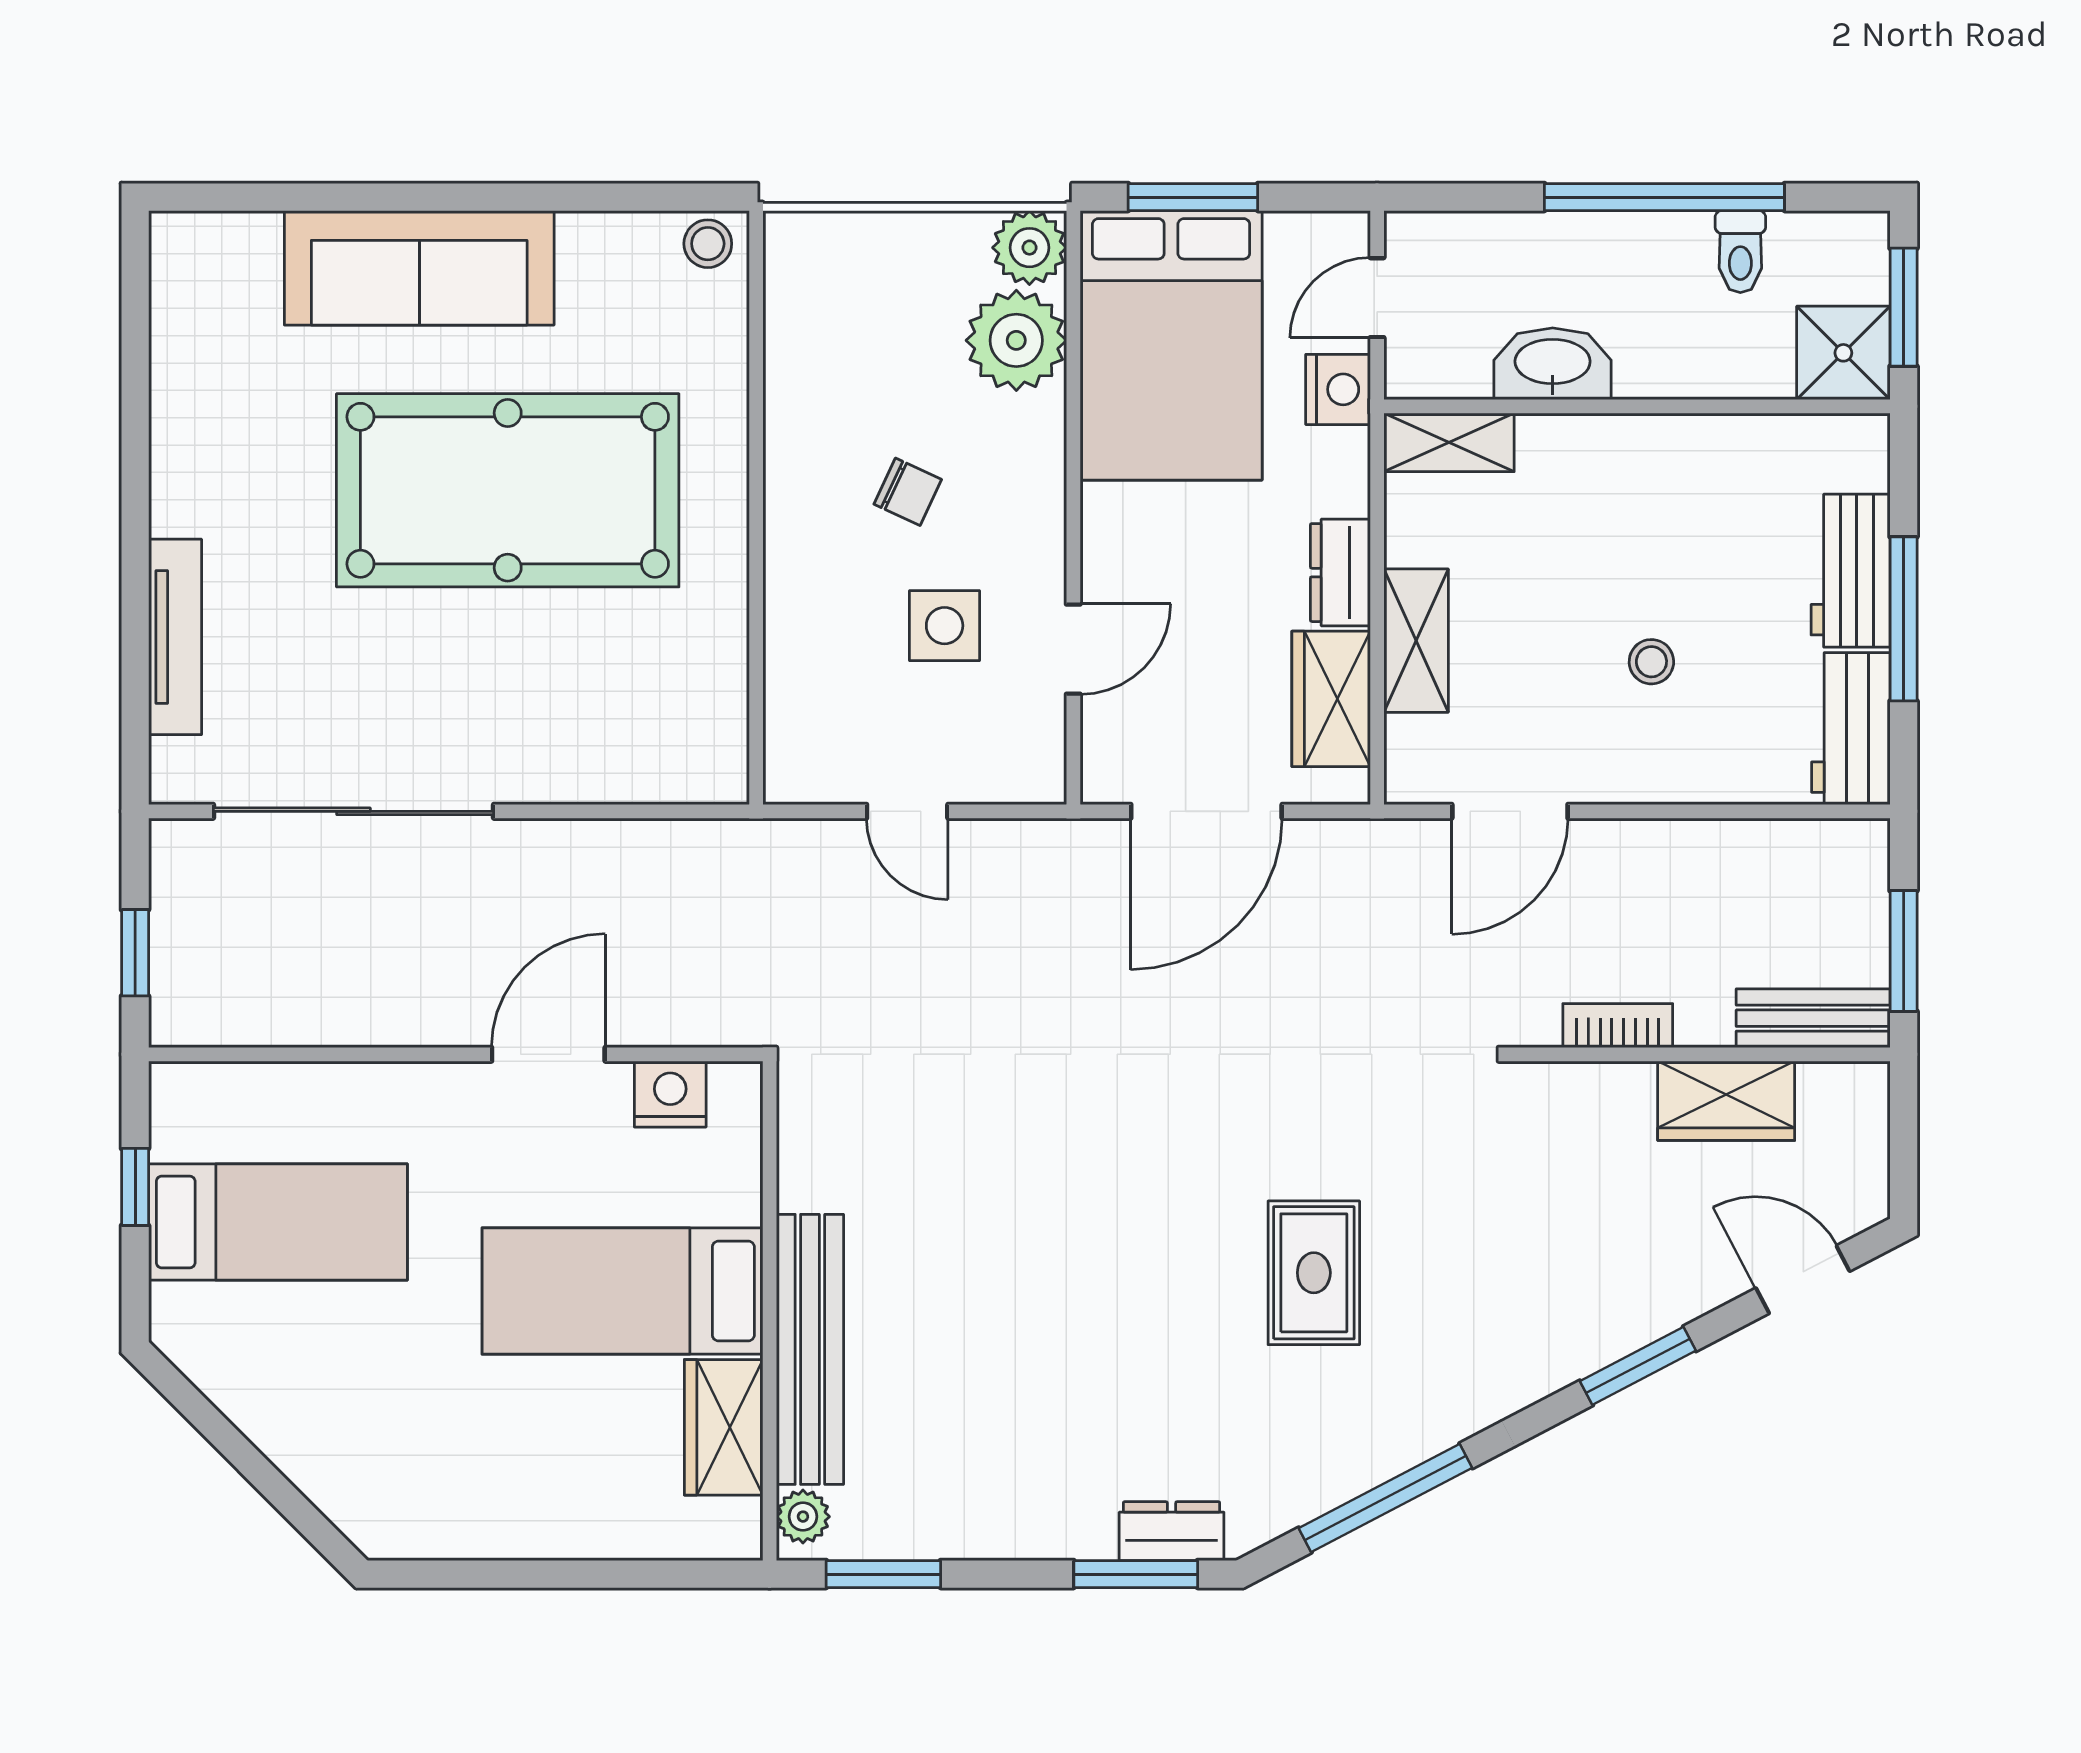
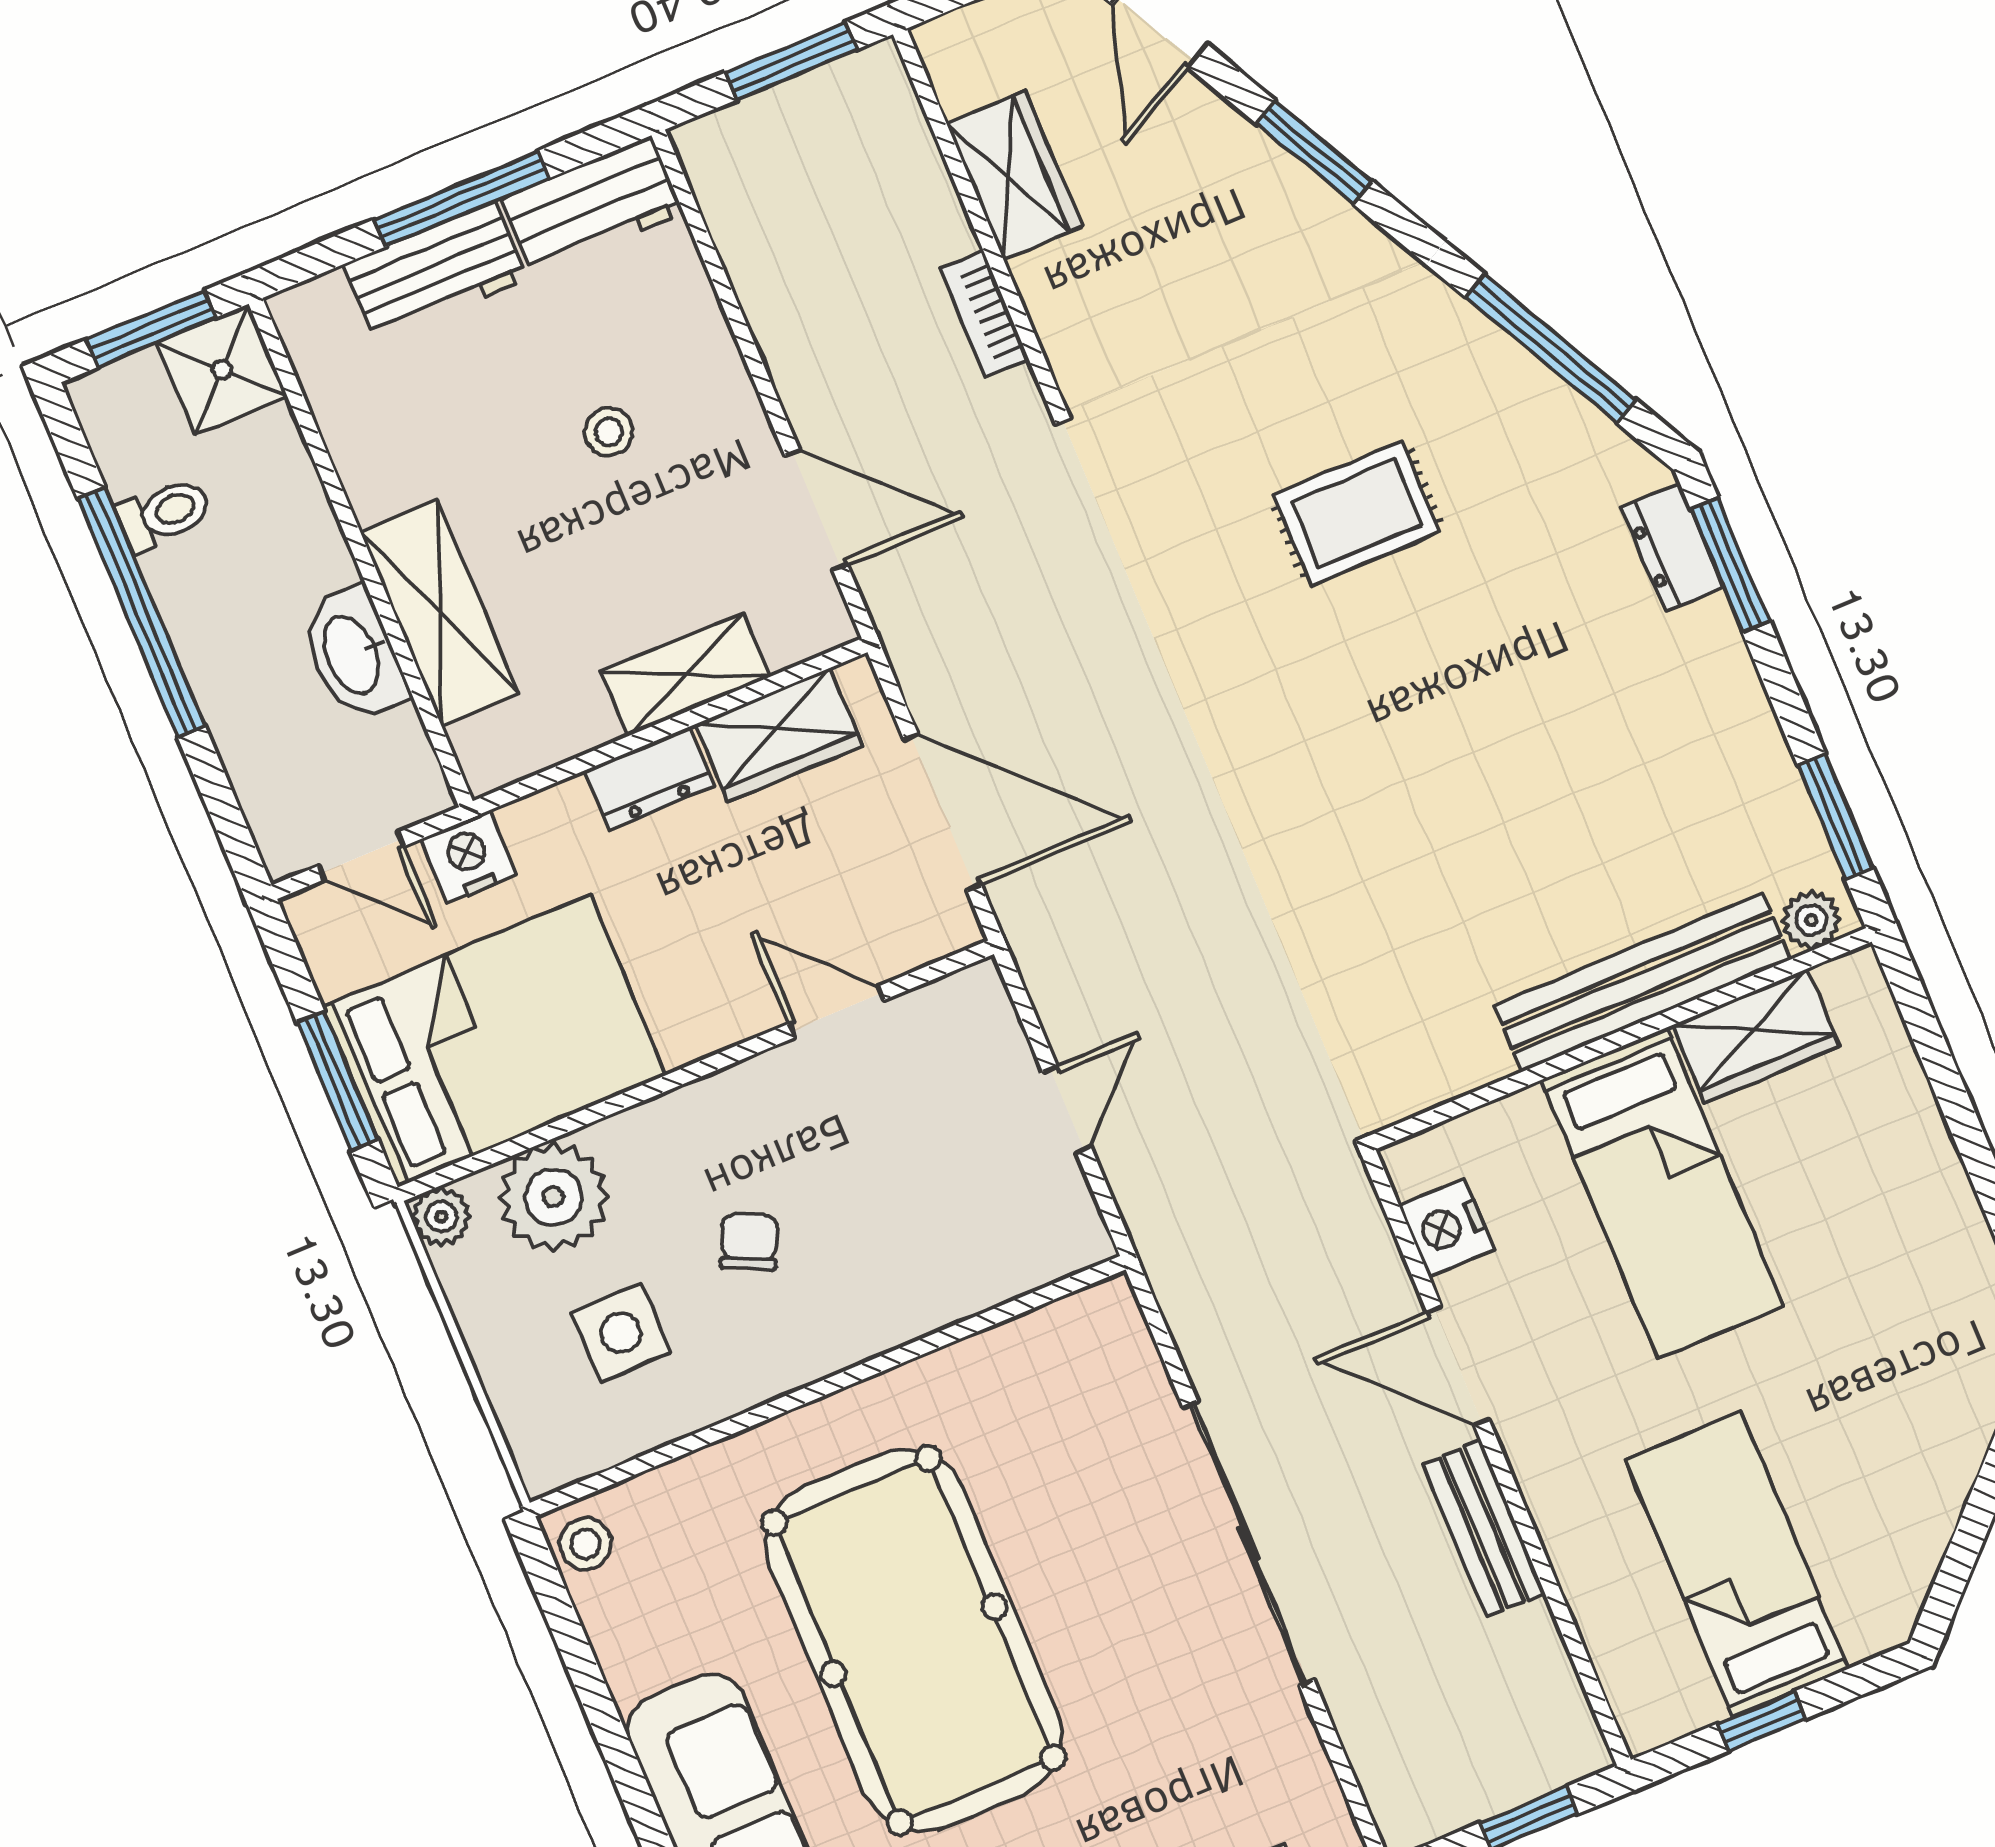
plant: (1029, 248) -> (441, 1217), width x0.73, depth x0.73
shelving: (1449, 442) -> (440, 613), moved, width x1.50, depth x1.33
side table: (945, 626) -> (621, 1333), moved
sliding door: (354, 811) -> (1248, 1543), moved
bench: (1813, 1018) -> (1484, 1529), moved

